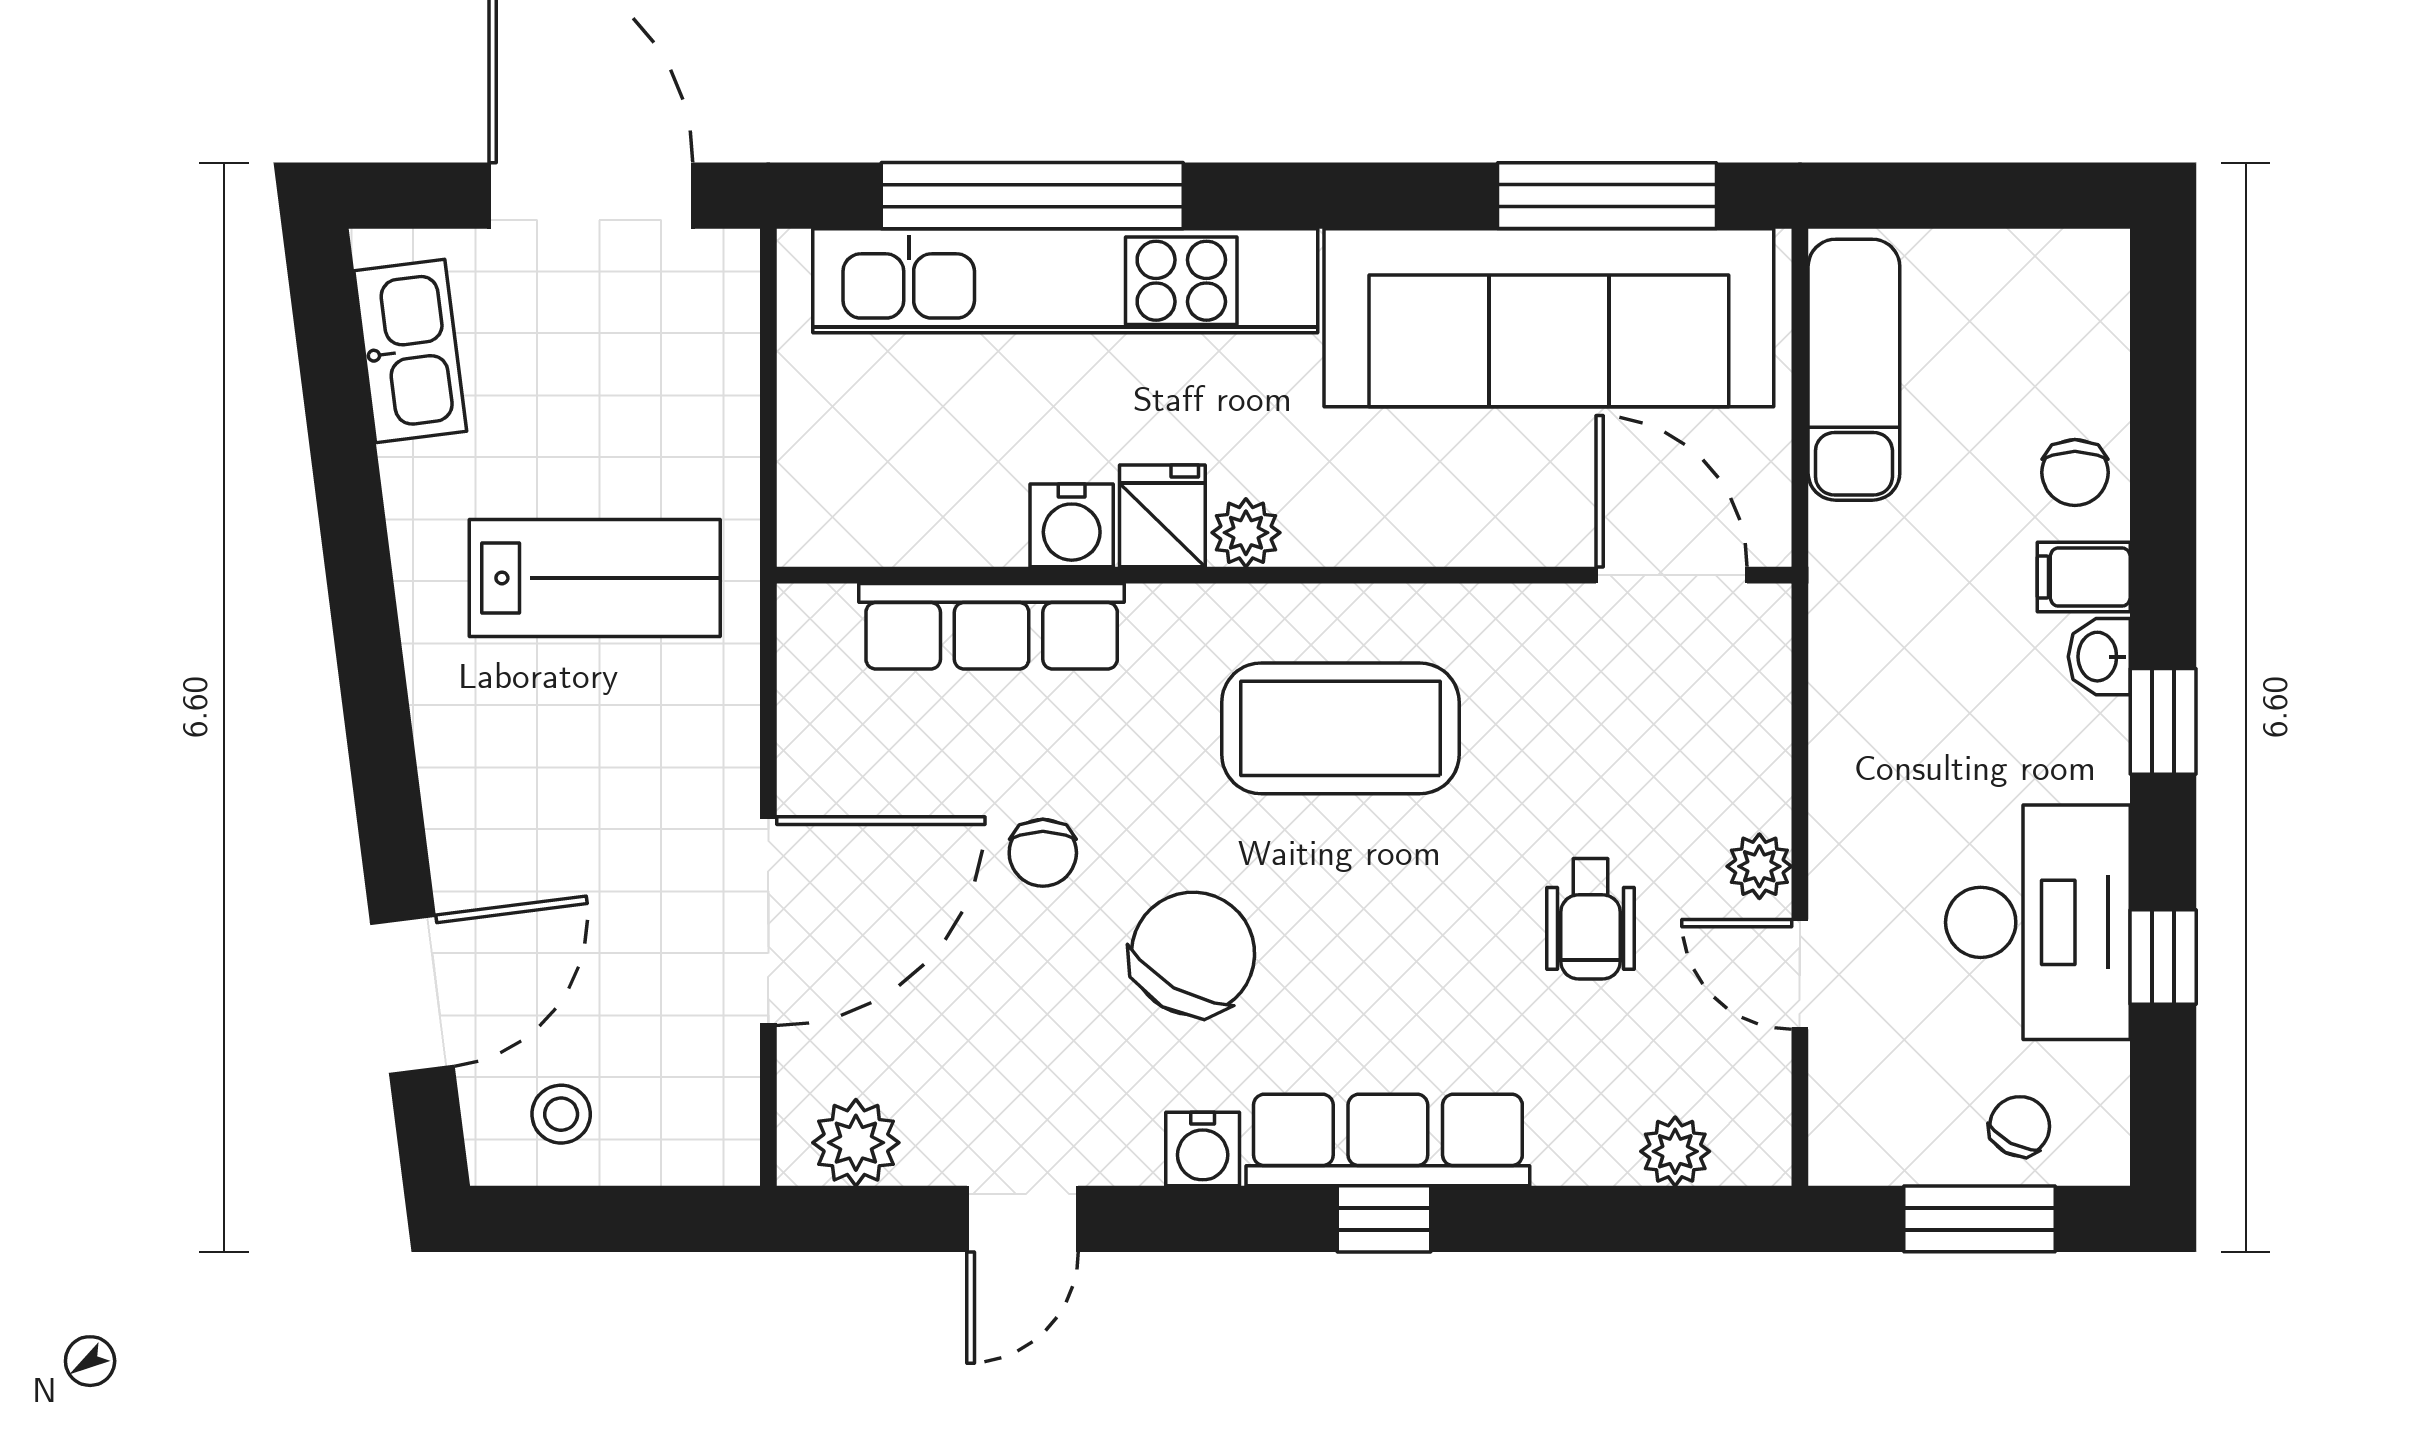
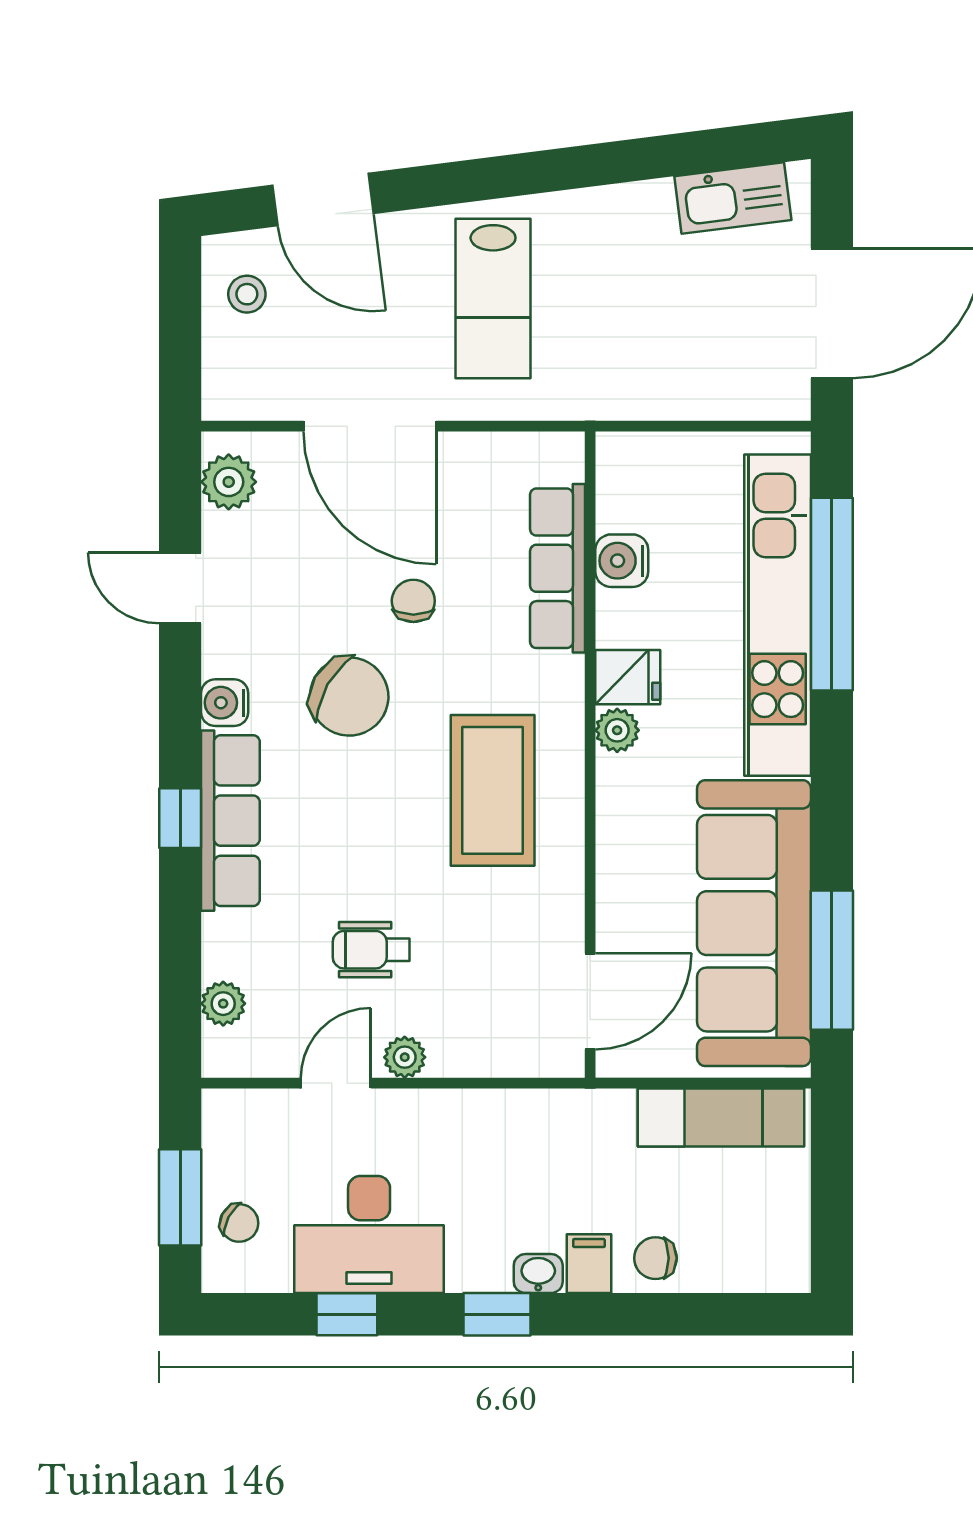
water cooler: (1072, 525) -> (622, 561), moved
lab bench: (595, 578) -> (493, 299), moved
chair: (1043, 853) -> (413, 601), turned 90

